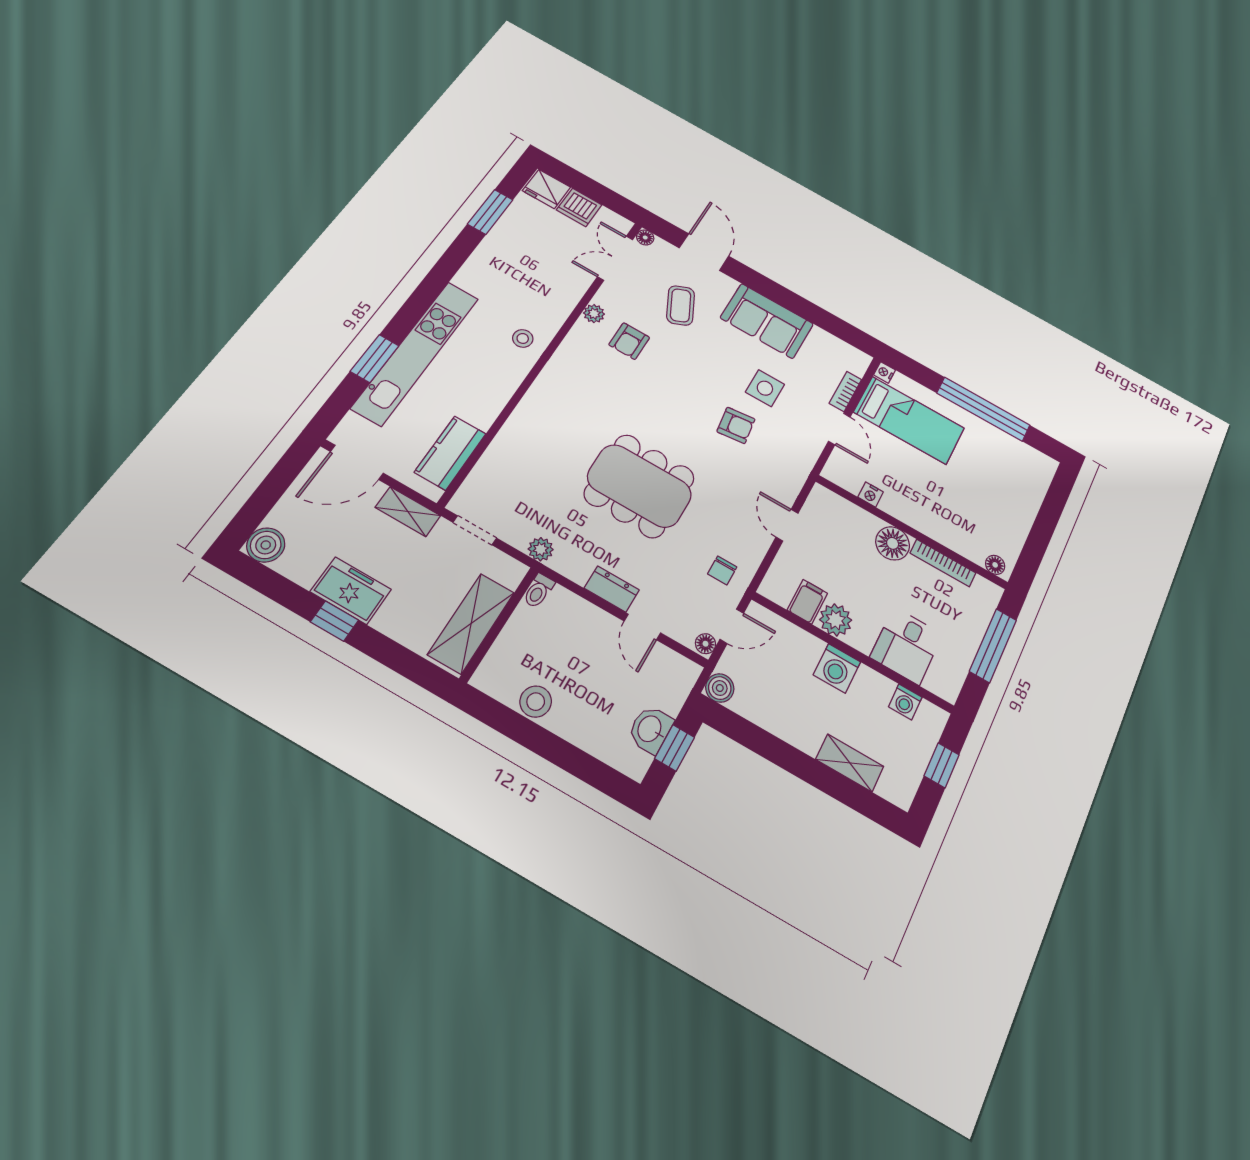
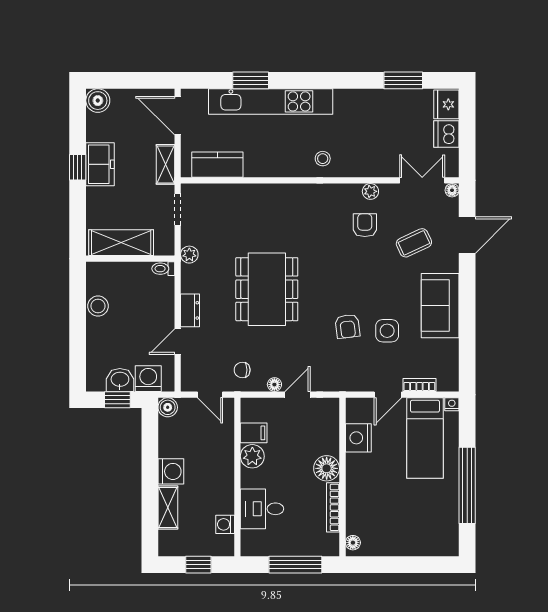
armchair: (629, 341) -> (365, 225), turned 90
nightstand: (871, 494) -> (358, 438), width x1.89, depth x1.79
floor lamp: (706, 644) -> (274, 385), moved
washing machine: (837, 668) -> (171, 471), moved, turned 180
washing machine: (669, 691) -> (148, 379), added

